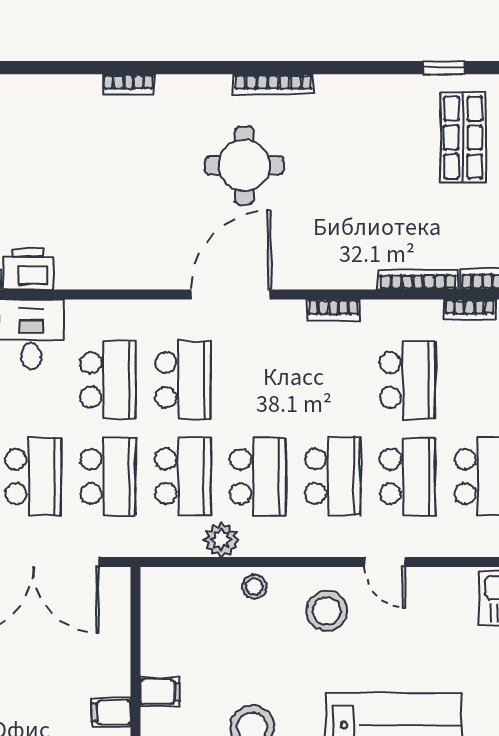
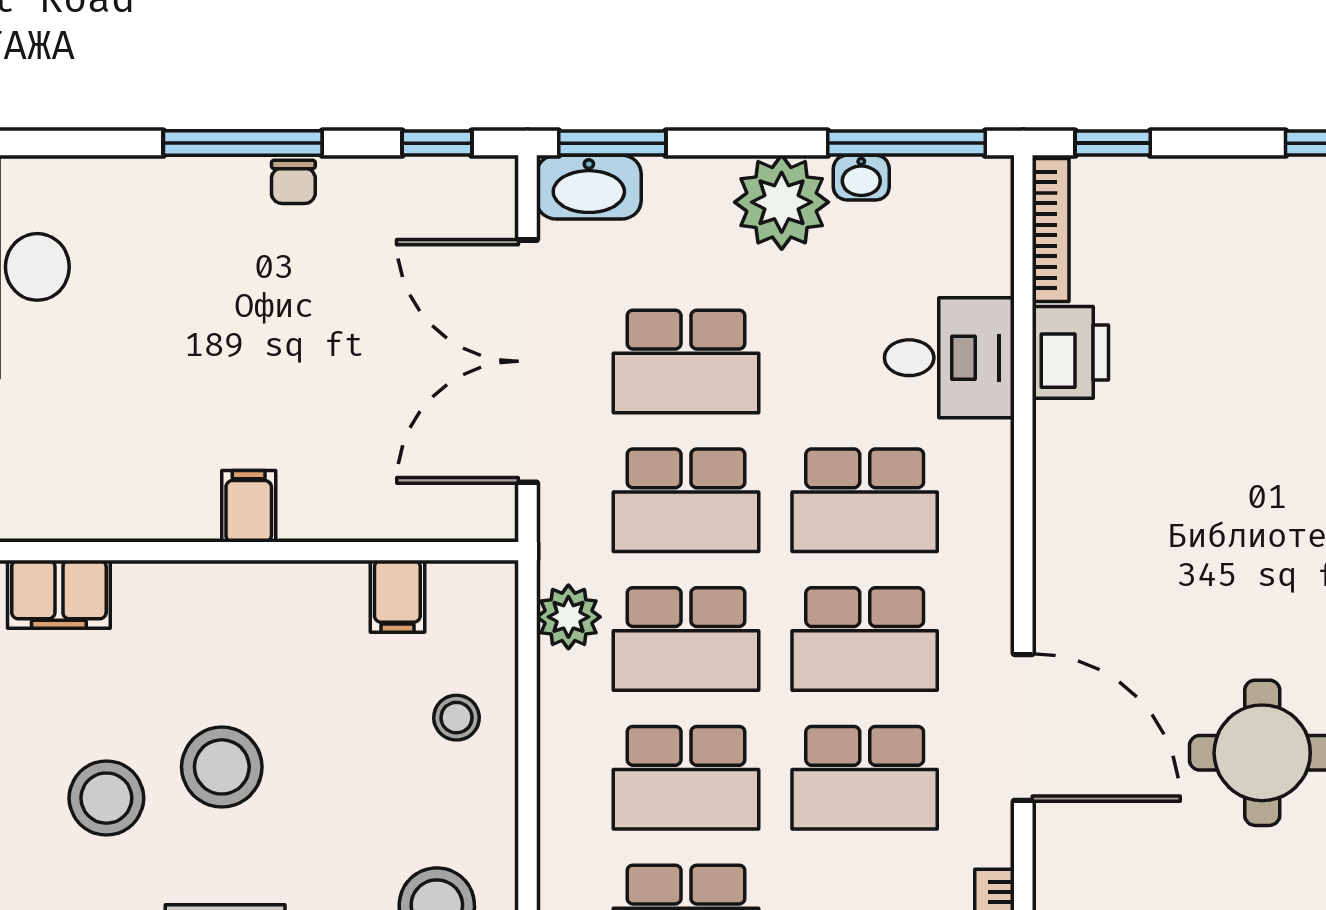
school desk: (258, 380) -> (865, 778), added
plant: (221, 540) -> (568, 617), moved
stool: (254, 587) -> (456, 718), moved
filing cabinet: (160, 692) -> (397, 596), moved

